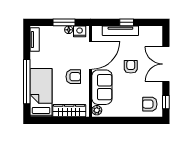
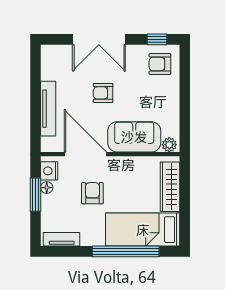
window: (127, 22) -> (35, 99), removed
armchair: (73, 77) -> (92, 193), moved
armchair: (150, 104) -> (160, 64), turned 90

